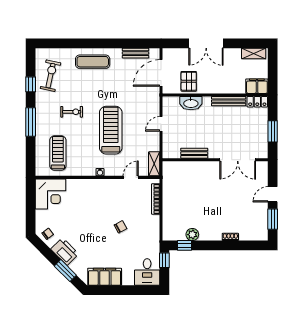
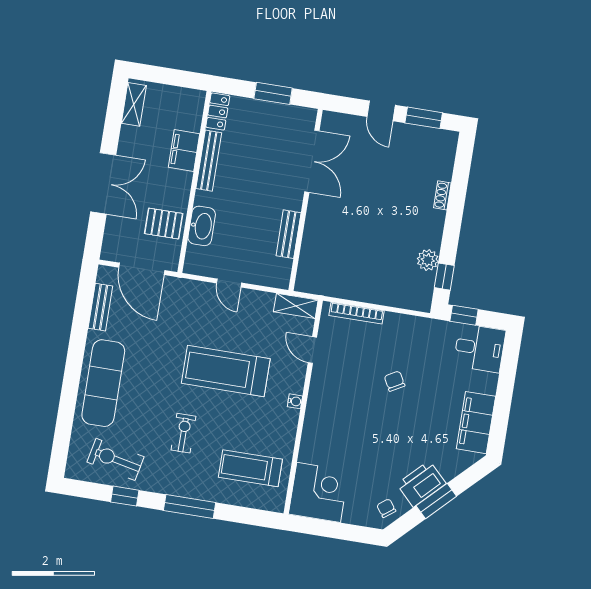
exercise mat: (93, 62) -> (103, 383), width x1.36, depth x1.45
filing cabinet: (257, 86) -> (184, 150), moved
window: (65, 271) -> (436, 501), moved

